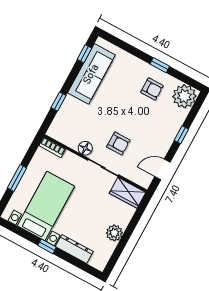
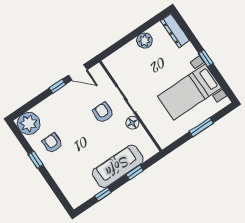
window: (85, 54) -> (103, 194), moved
sofa: (91, 74) -> (118, 166), moved
window: (181, 135) -> (58, 86), moved
bookcase: (52, 147) -> (159, 138), removed
wardrobe: (128, 193) -> (117, 68), removed
dresser: (74, 249) -> (175, 31), moved

